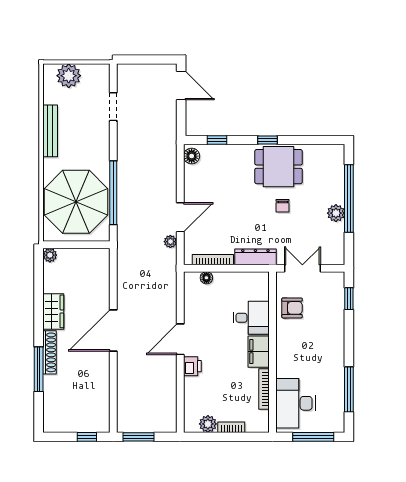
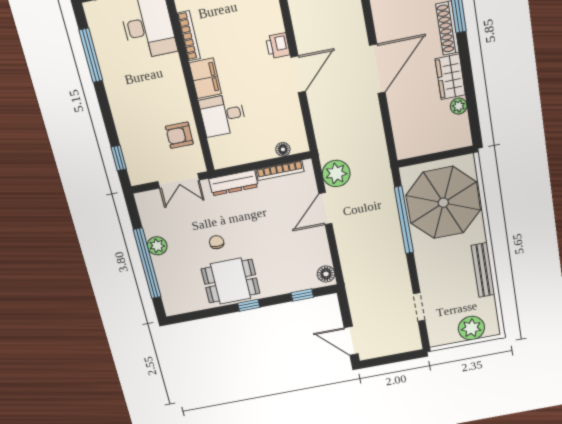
plant: (170, 242) -> (336, 173), width x1.87, depth x1.87
plant: (50, 255) -> (459, 106), moved

